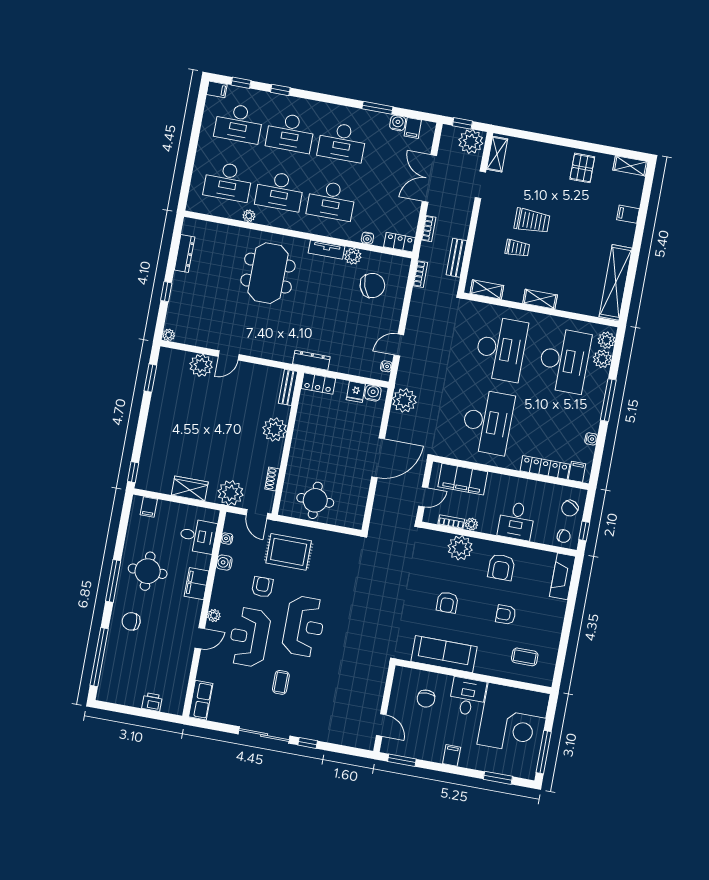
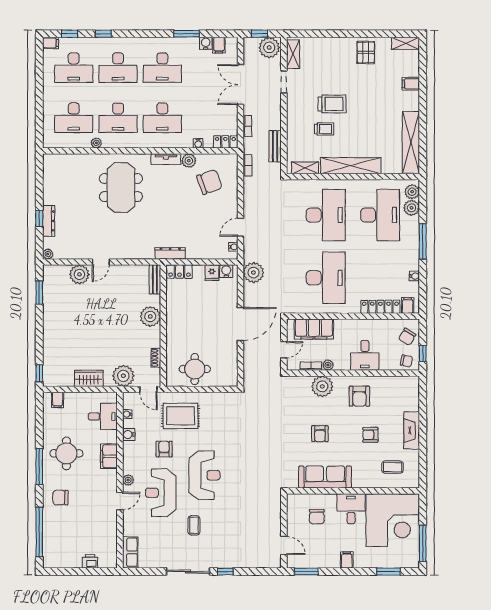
dresser: (185, 254) -> (49, 221), moved
shelving: (540, 299) -> (351, 166), width x2.20, depth x1.33
fireplace: (563, 576) -> (412, 430), moved

